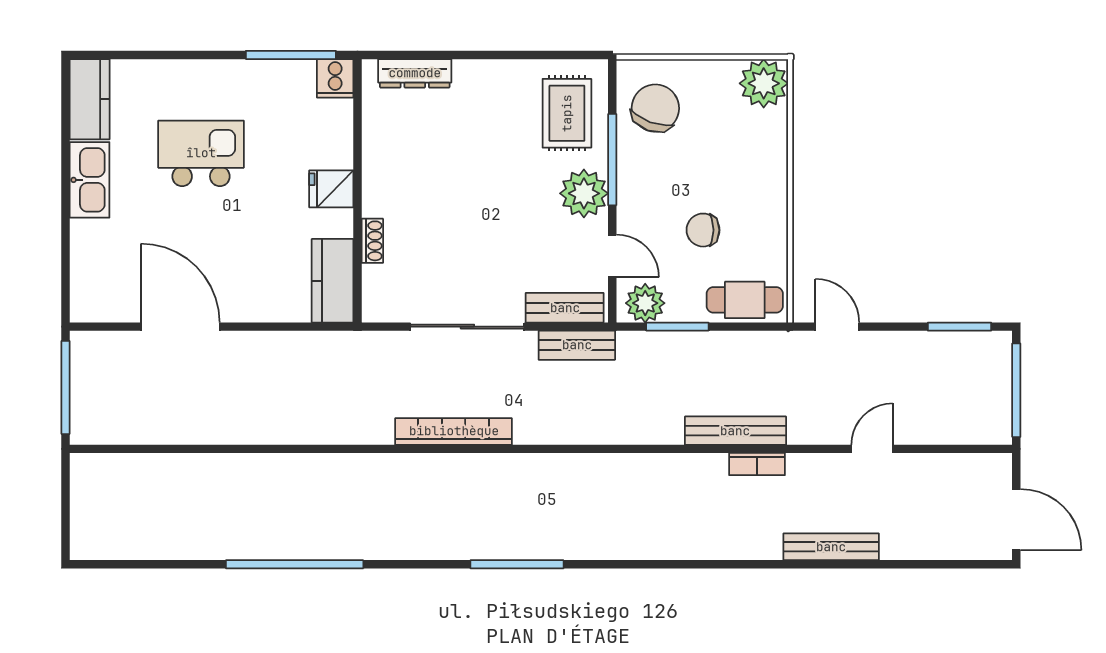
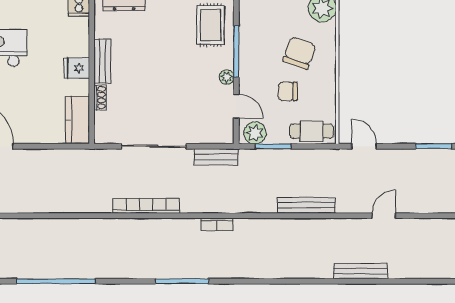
chair: (655, 108) -> (299, 53), moved
plant: (584, 193) -> (227, 77), width x0.53, depth x0.53
bench: (565, 308) -> (102, 61), moved, turned 90
bookcase: (757, 464) -> (217, 224), moved

